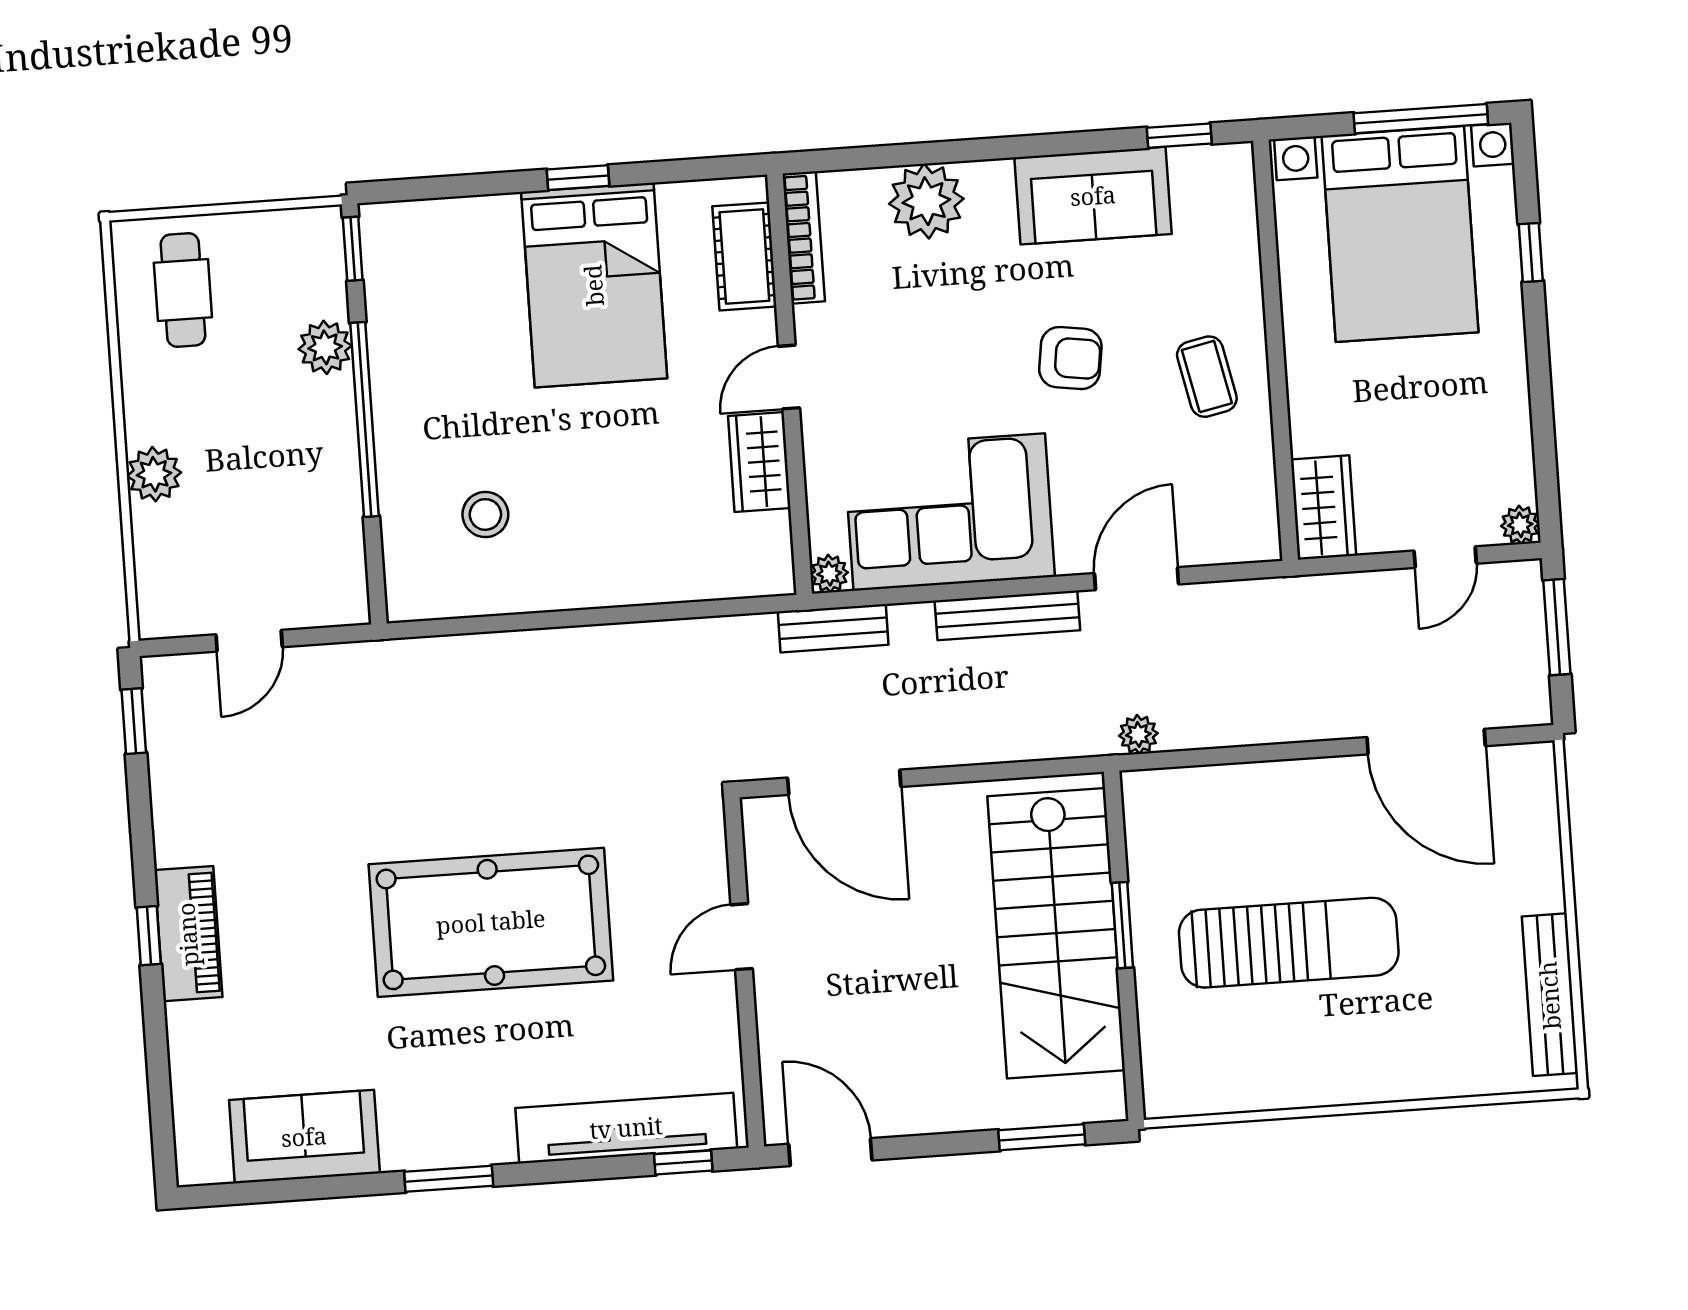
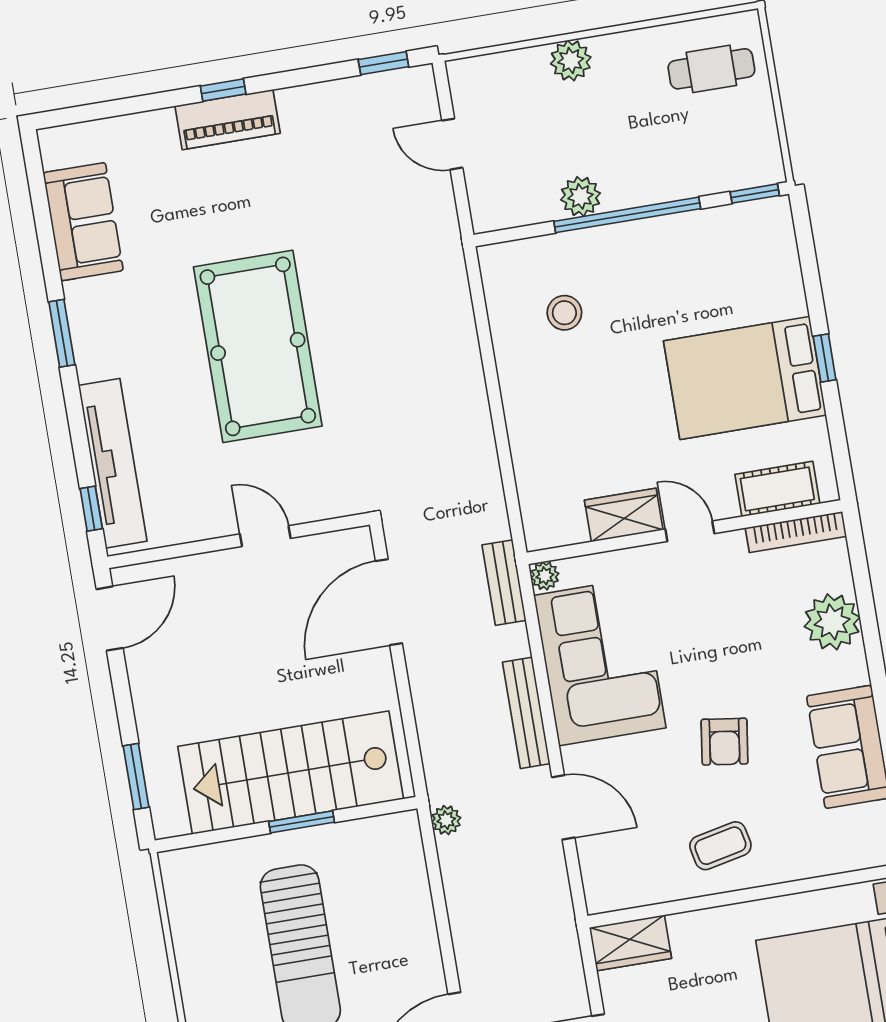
plant: (325, 347) -> (580, 196), moved

